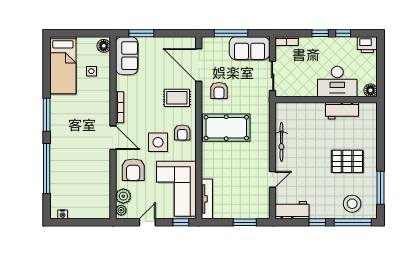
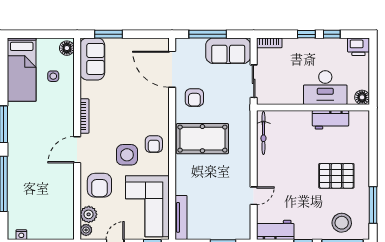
rug: (177, 98) -> (148, 106), removed
door: (113, 138) -> (77, 150), swing flipped
bicycle: (281, 142) -> (263, 133), moved

